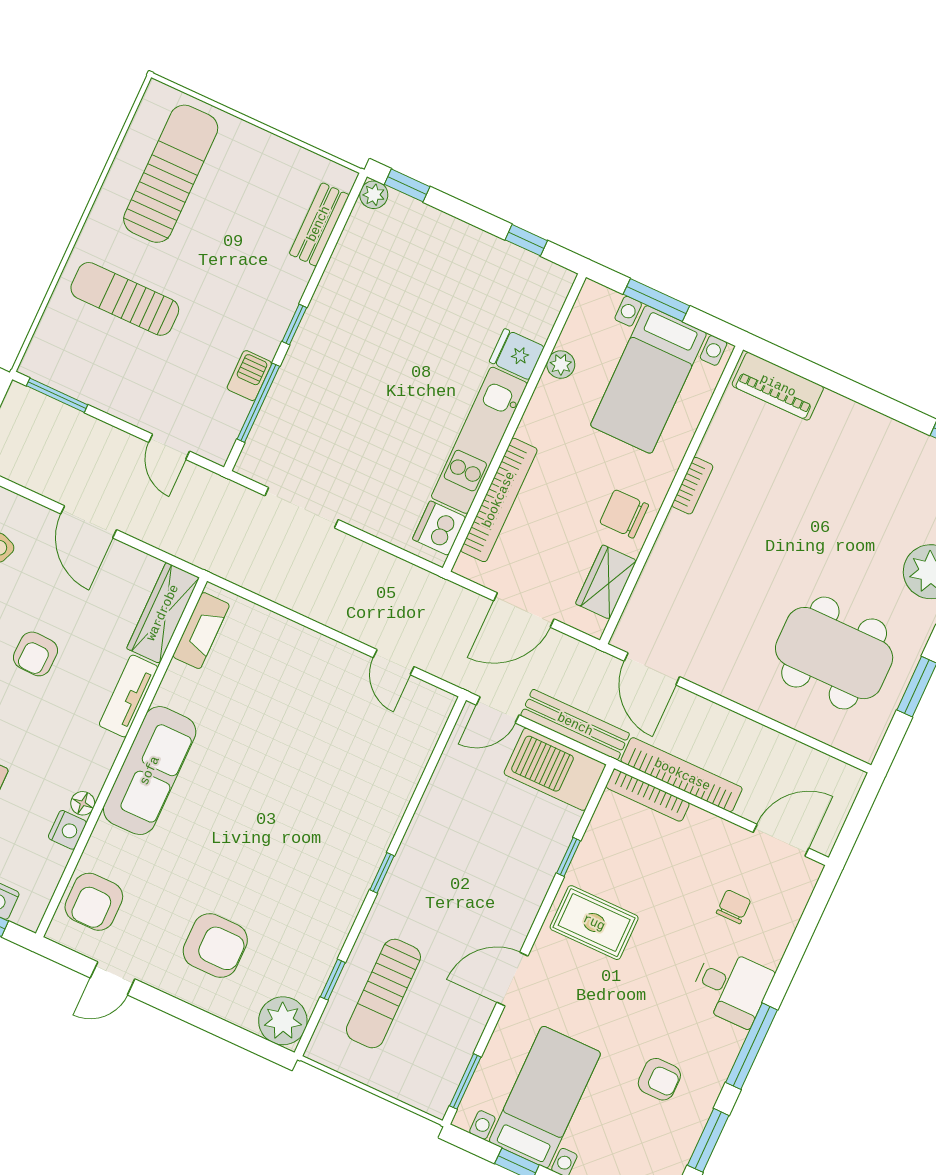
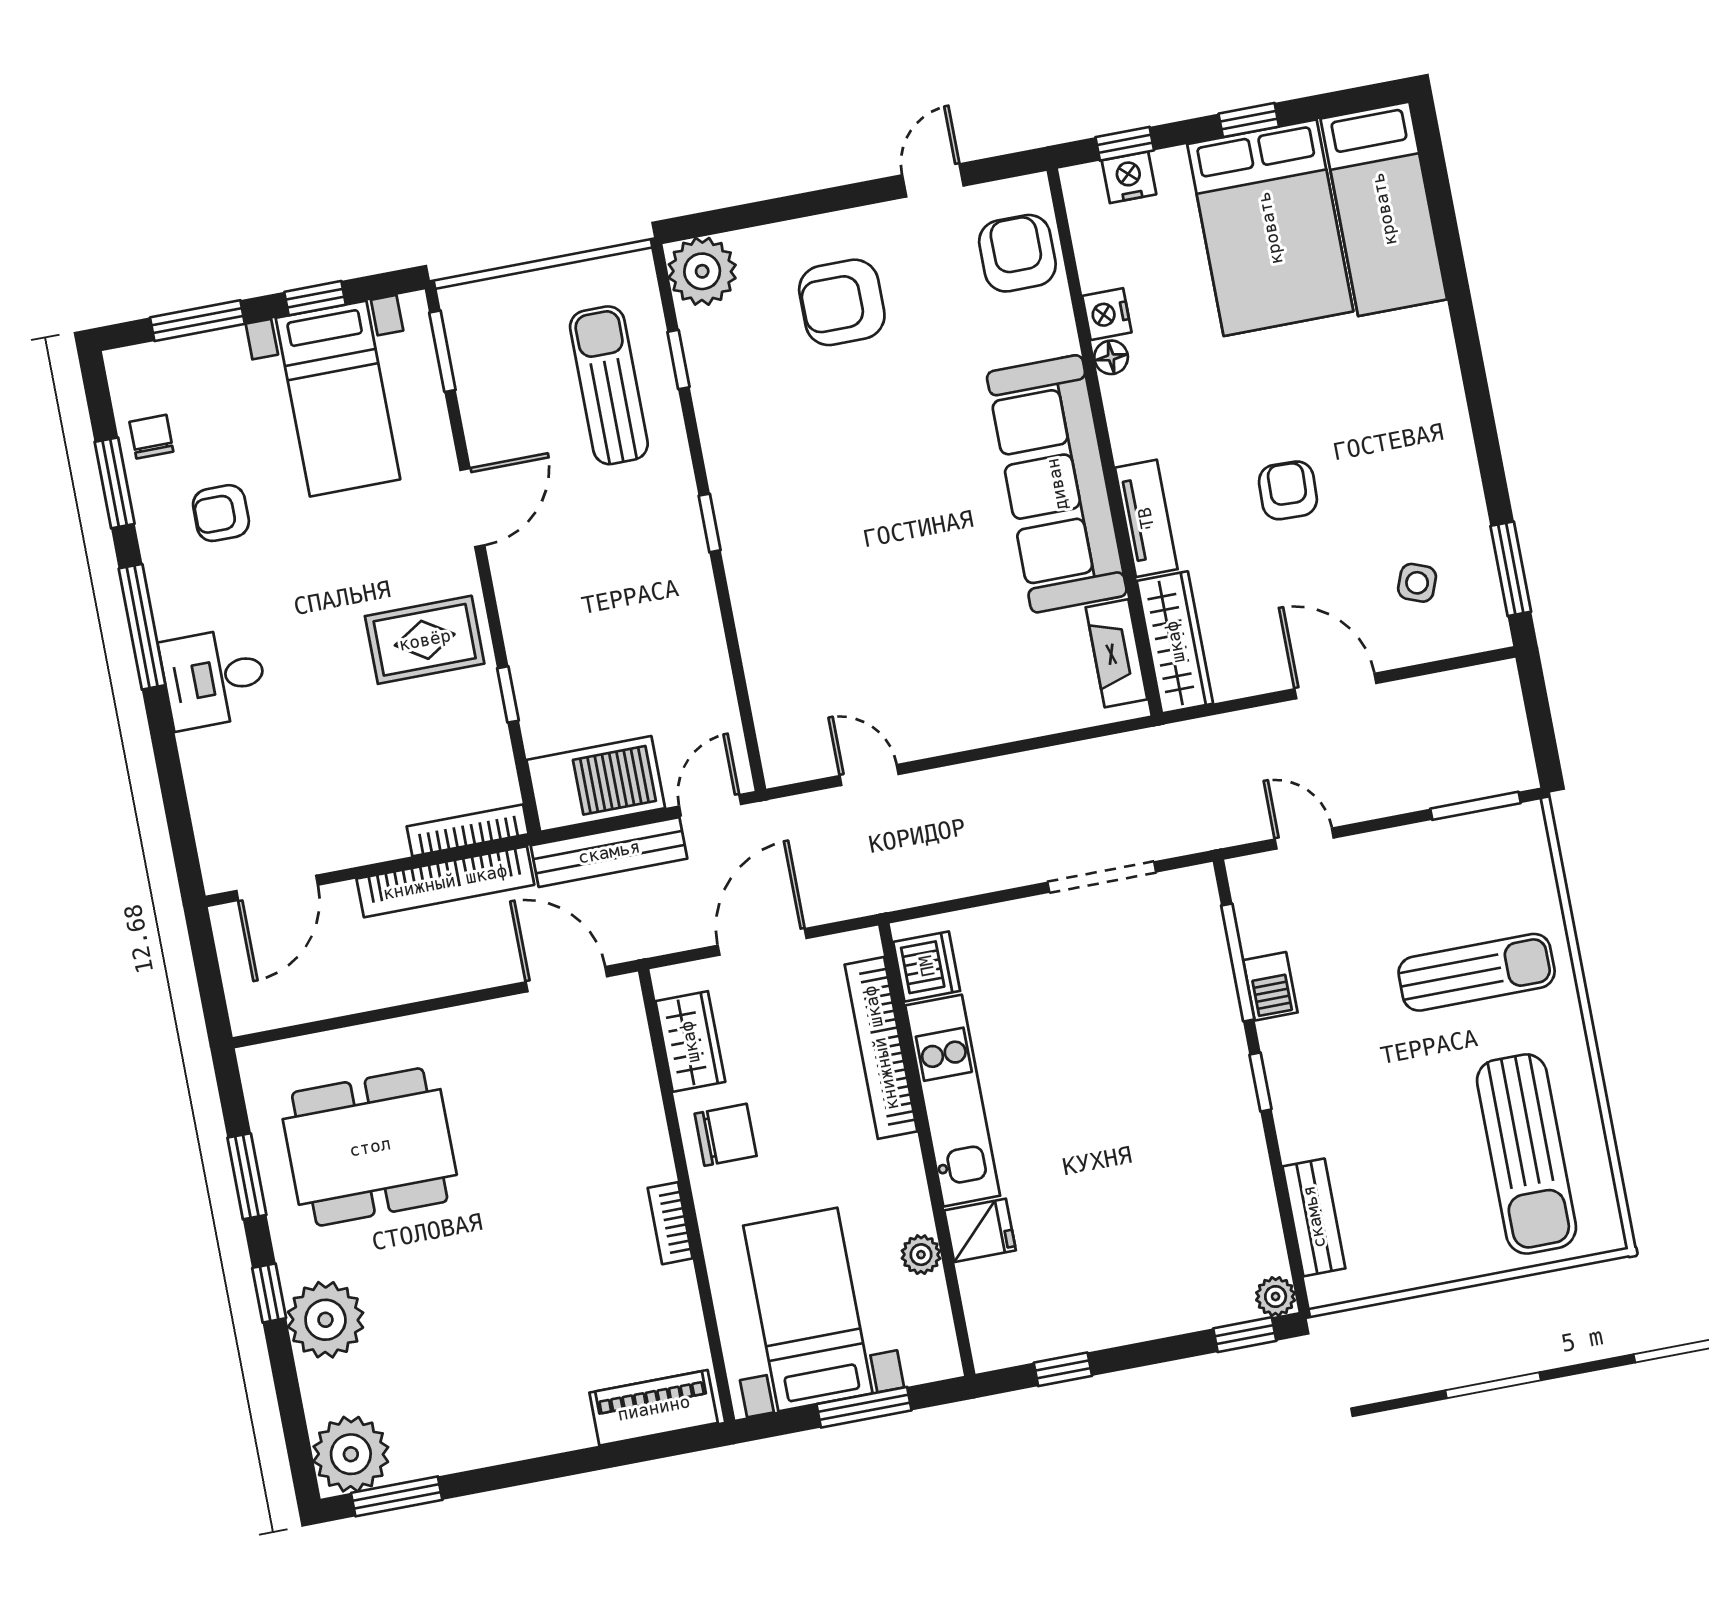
sofa: (150, 771) -> (1057, 484), width x1.36, depth x1.27
chair: (734, 907) -> (151, 437), moved, turned 180

